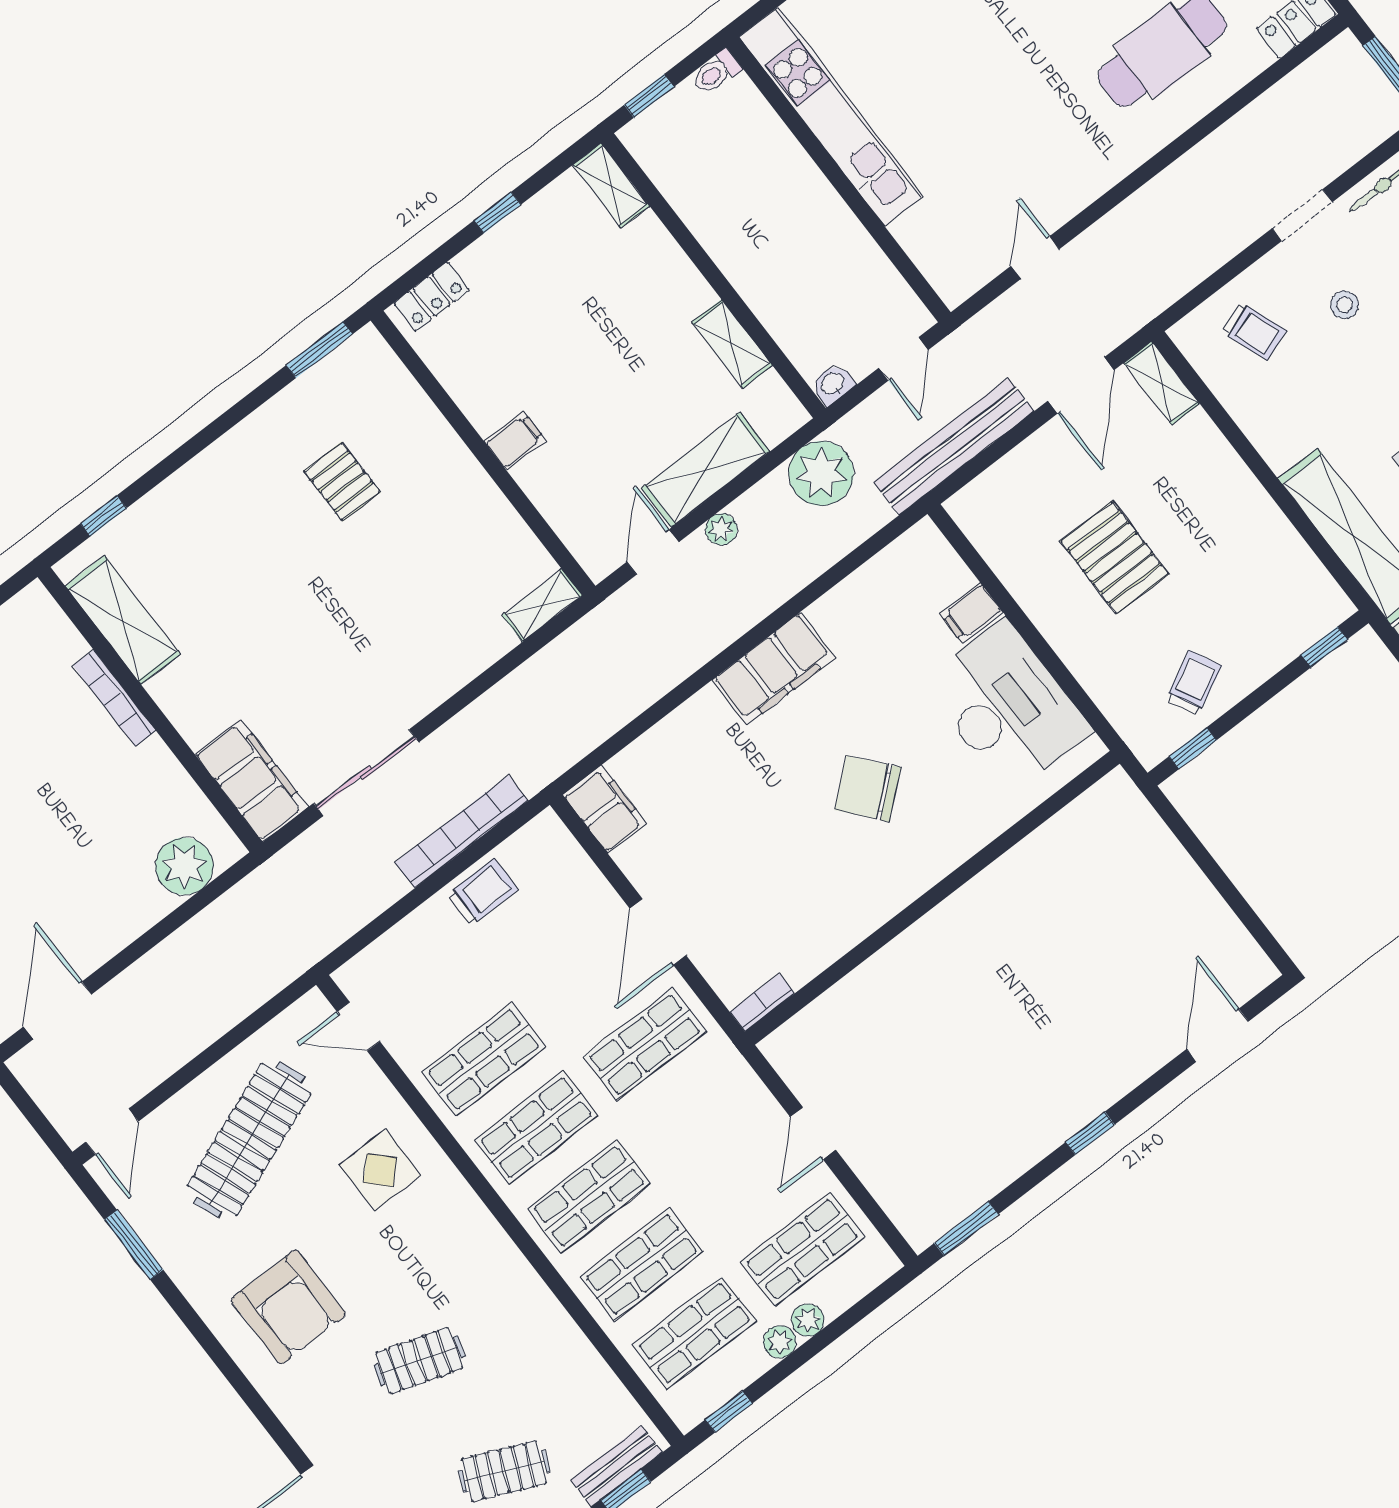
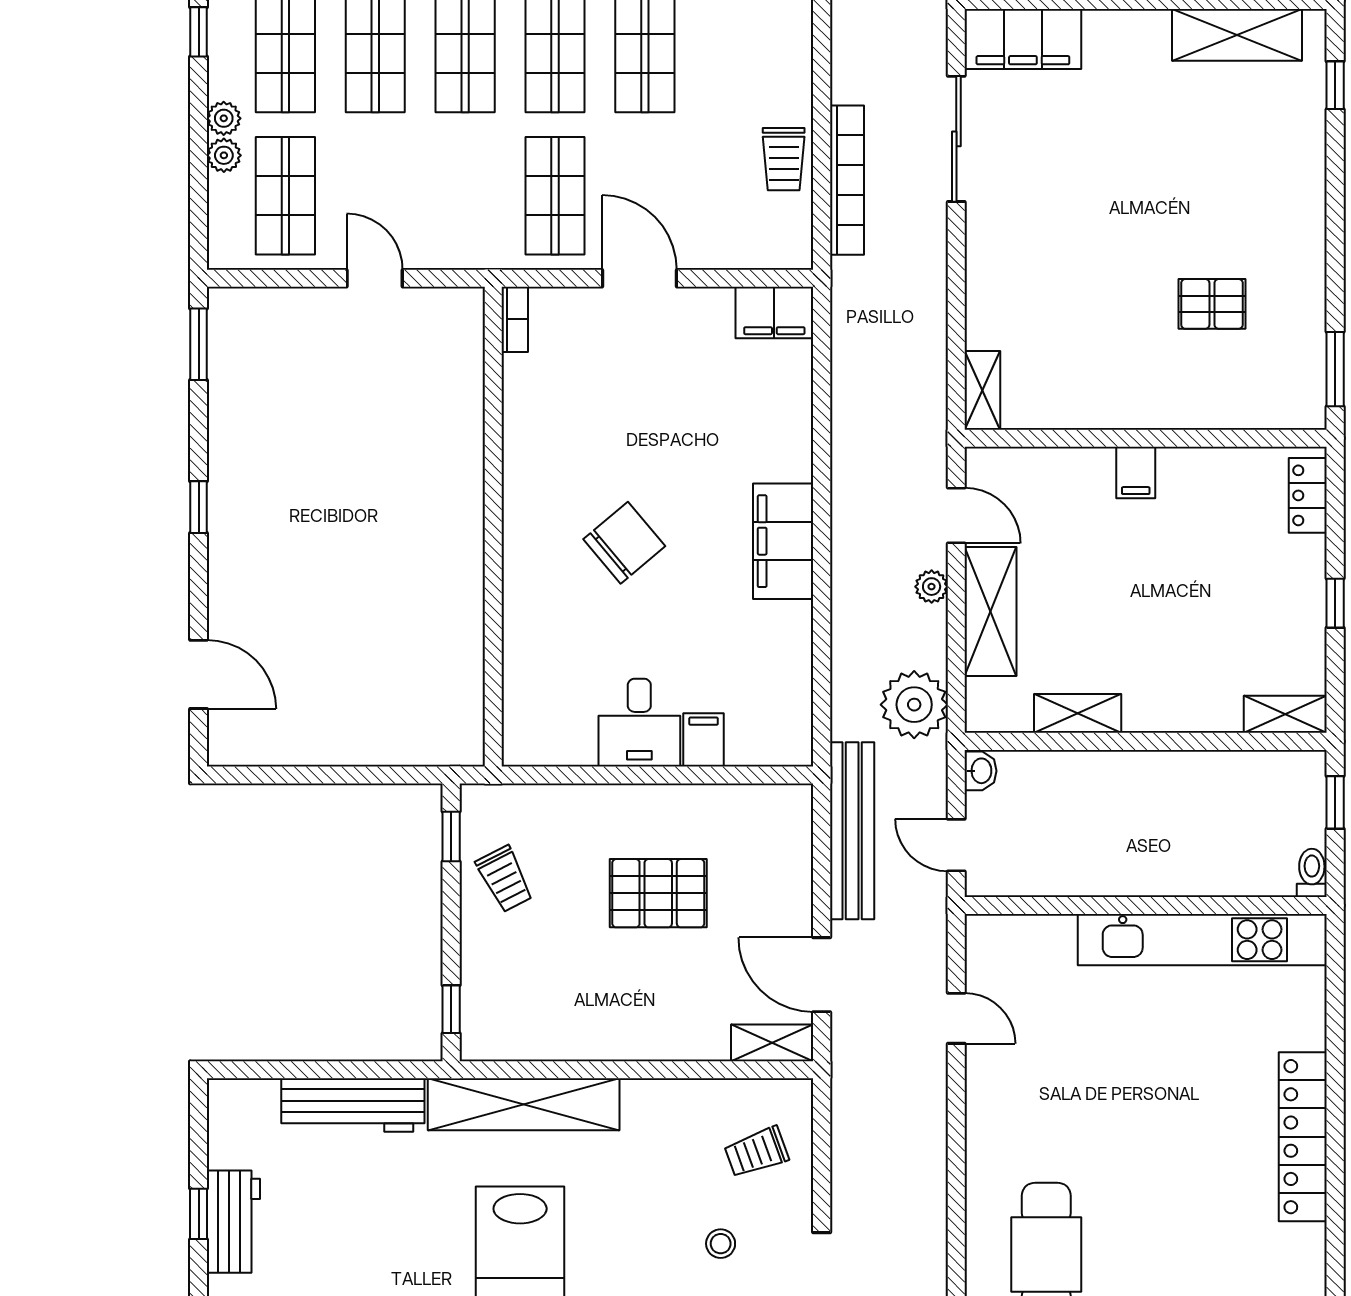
desk: (1007, 707) -> (639, 723), width x0.53, depth x0.77

